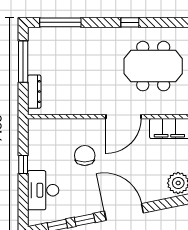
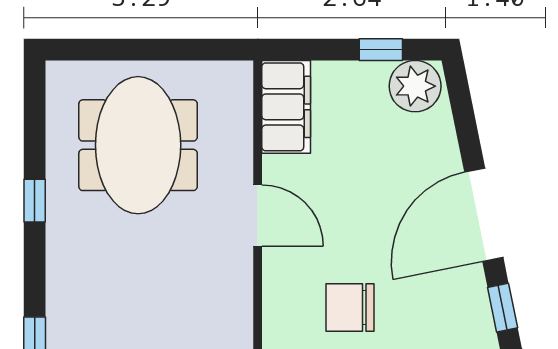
door: (123, 117) -> (258, 216), width x0.73

